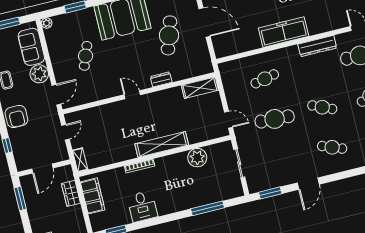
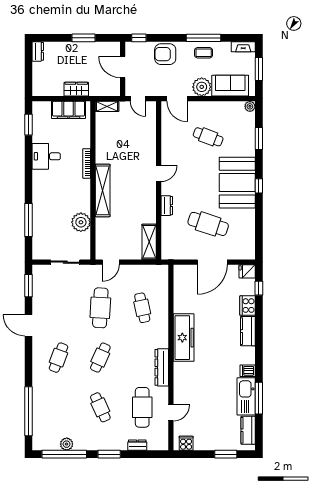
door: (42, 168) -> (123, 67), moved
wall: (44, 168) -> (123, 69), moved

